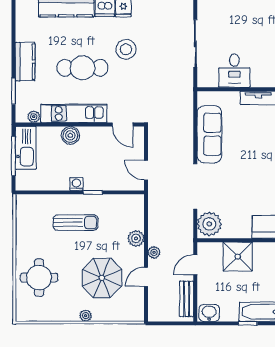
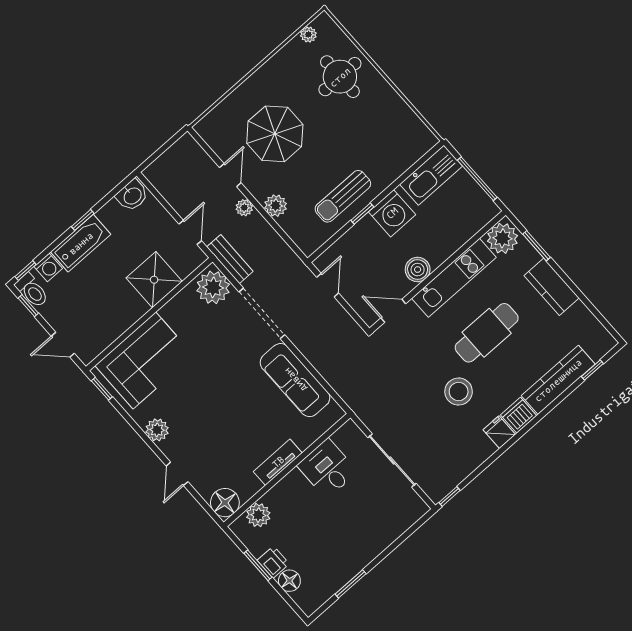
plant: (34, 117) -> (502, 238), width x1.88, depth x1.88
boiler: (70, 135) -> (418, 270), moved
kitchen sink: (26, 148) -> (431, 175), moved, turned -90
door: (146, 170) -> (328, 285), hinge flipped
washing machine: (76, 184) -> (392, 213), width x1.89, depth x1.89
sun lounger: (76, 223) -> (343, 196), moved
bench: (187, 299) -> (230, 259), moved
plant: (86, 316) -> (308, 34), moved

